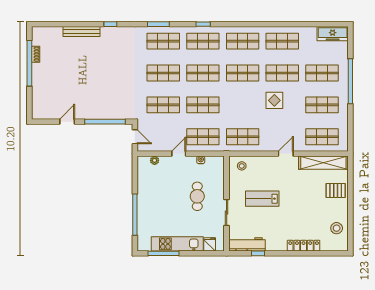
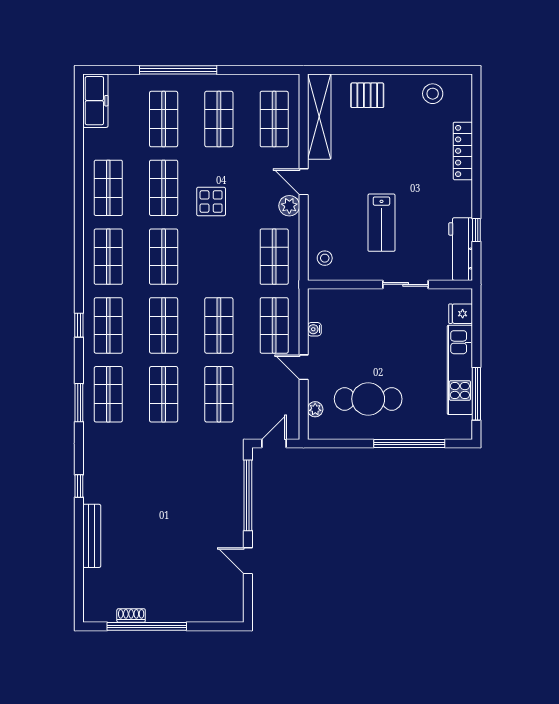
plant: (272, 145) -> (289, 206), added
pallet: (336, 190) -> (367, 95), turned 90
cafe table: (197, 196) -> (368, 399), moved, width x1.37, depth x1.35

